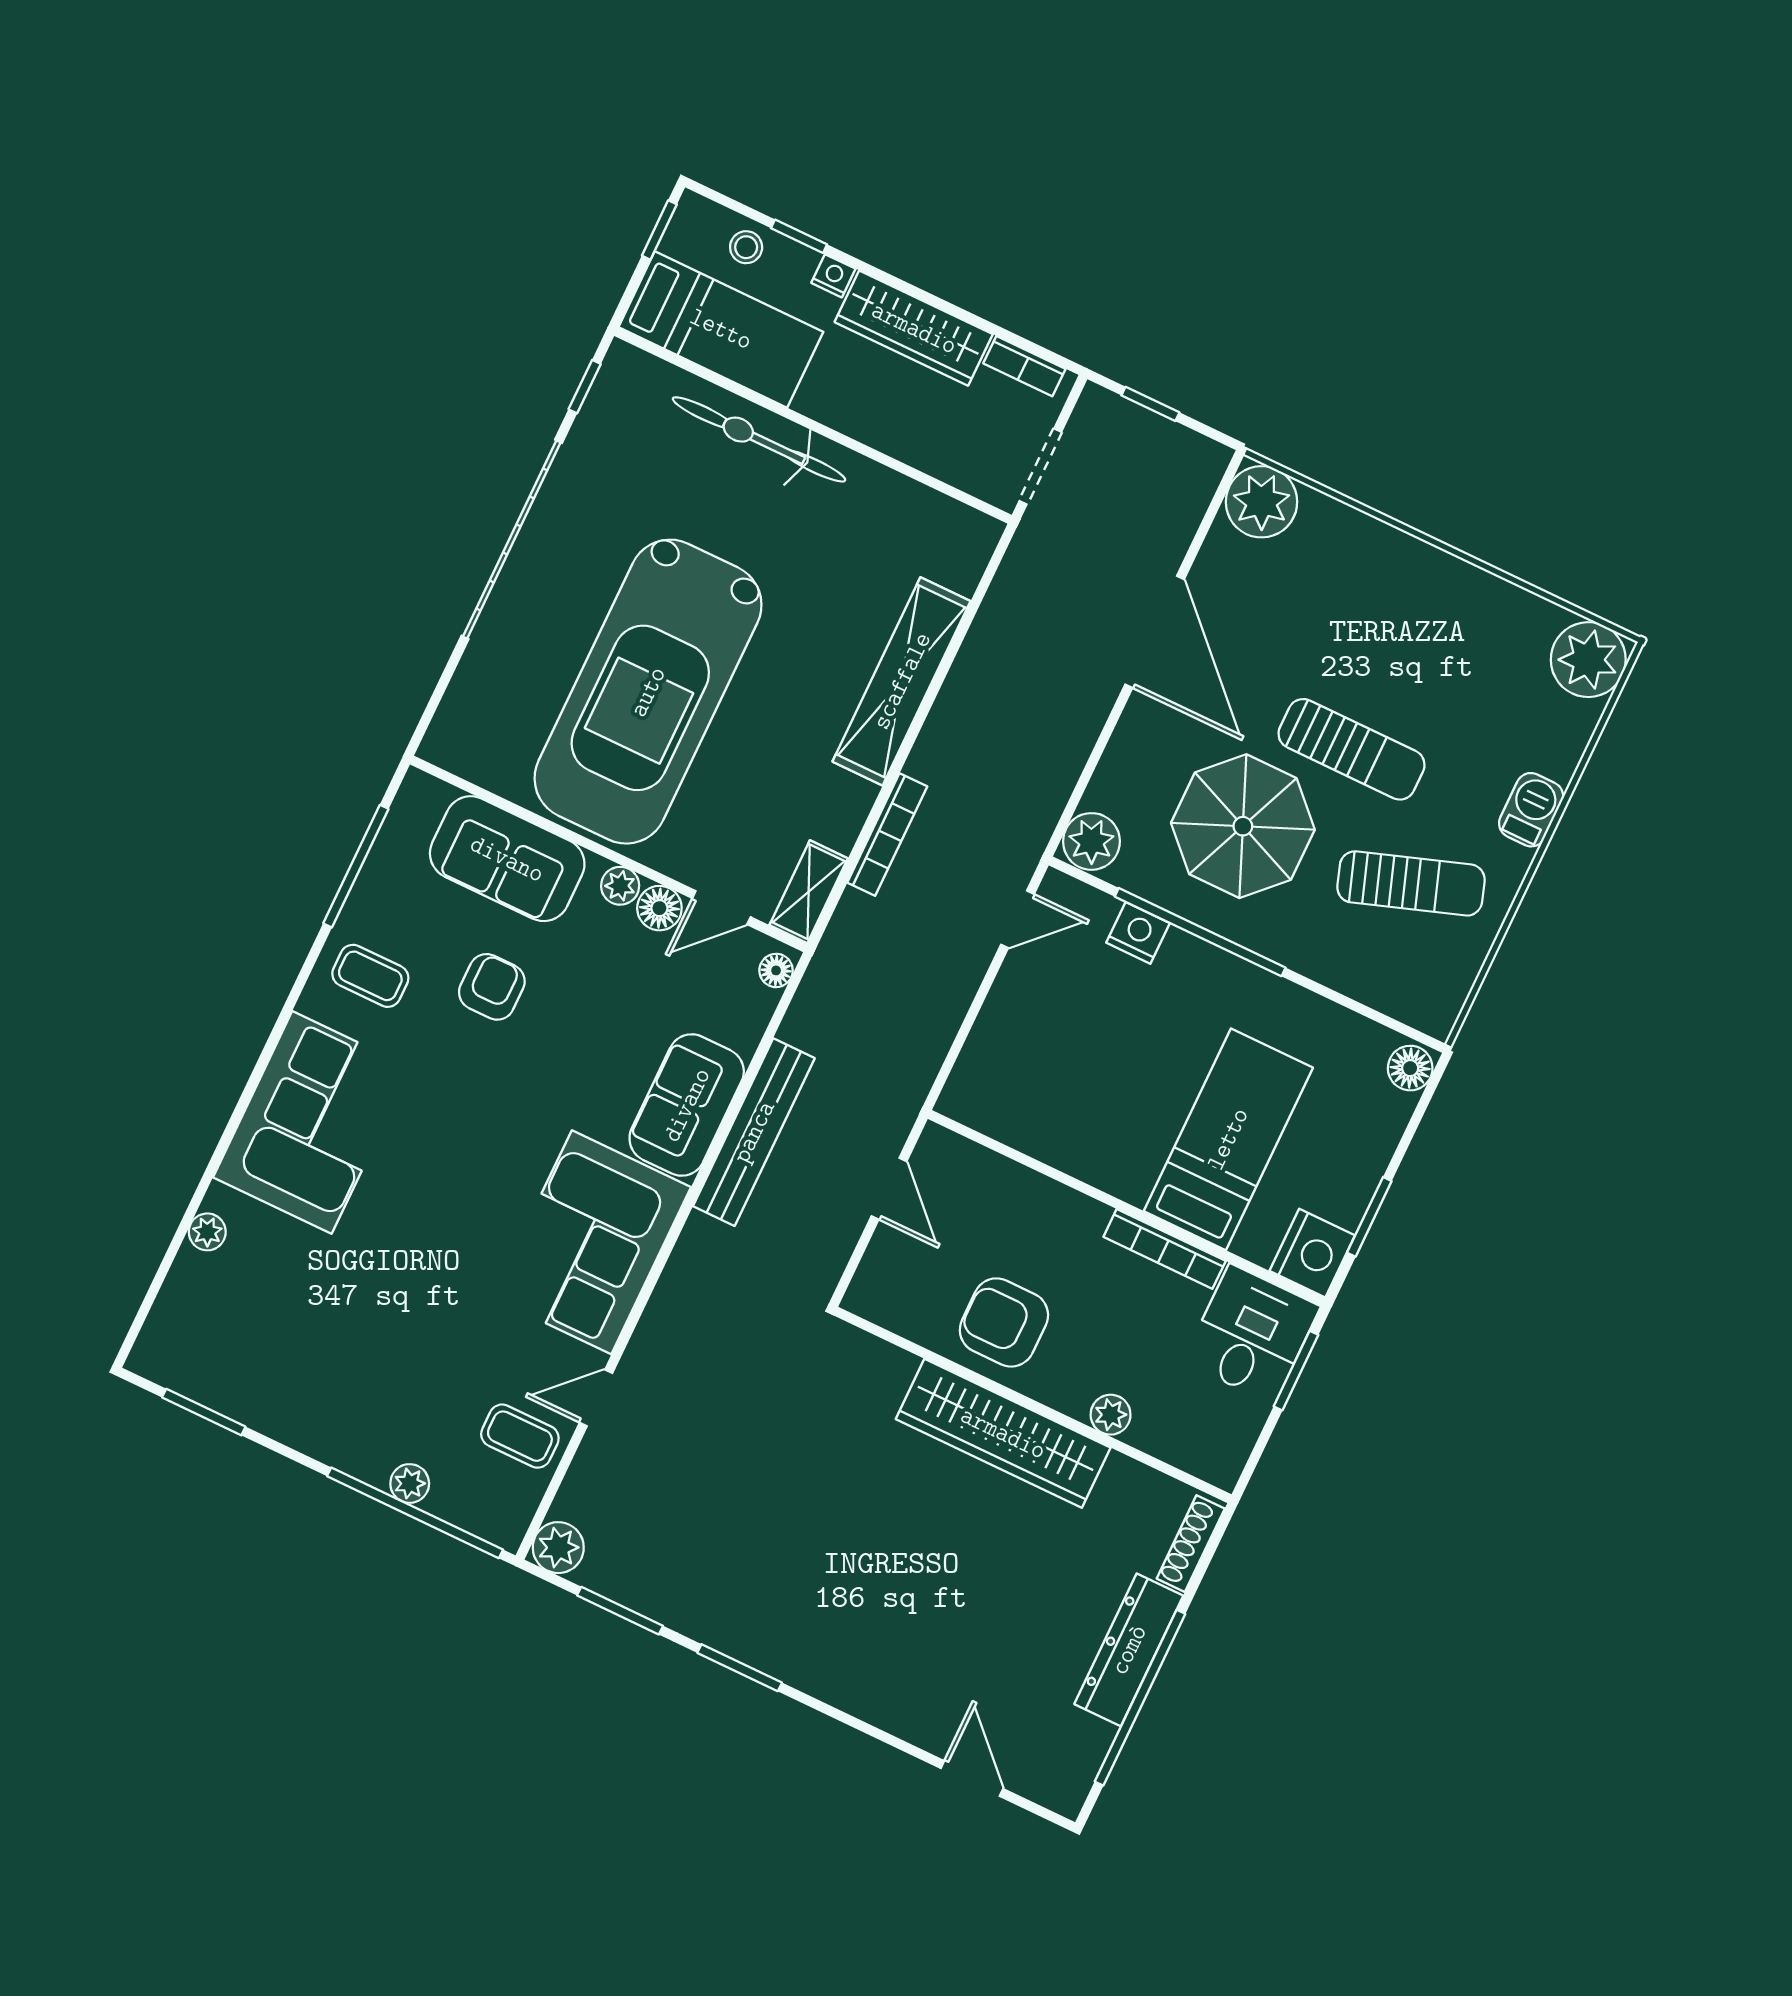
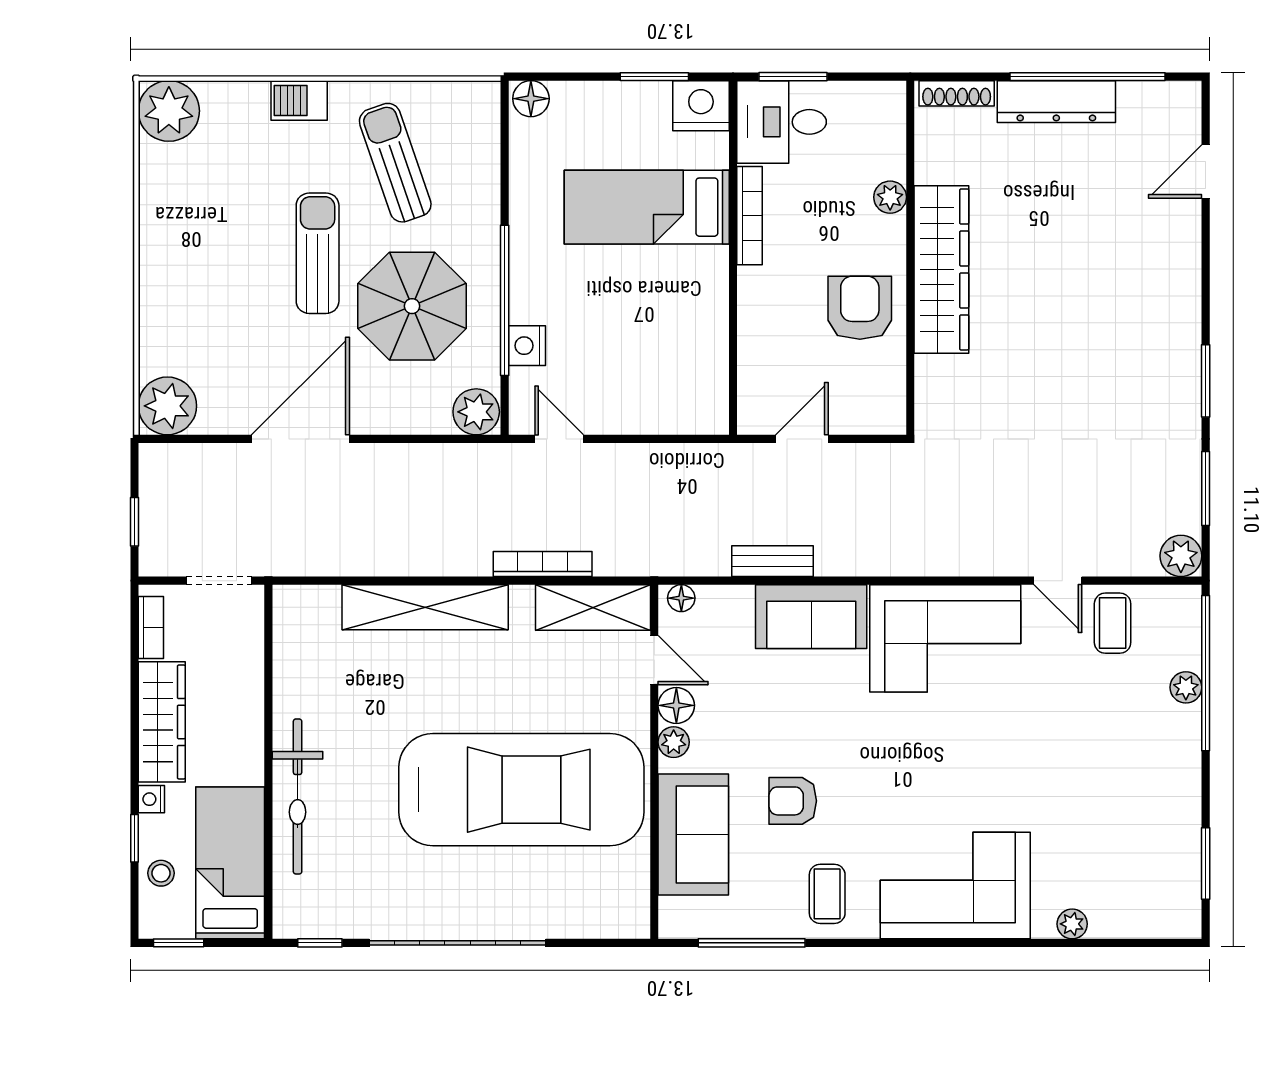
shelving: (809, 892) -> (593, 607), width x1.50, depth x1.33
bench: (754, 1132) -> (773, 561), width x0.54, depth x0.82
armchair: (1004, 1322) -> (860, 308), turned 180

